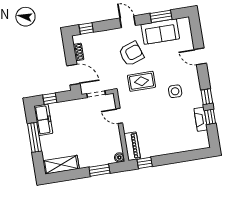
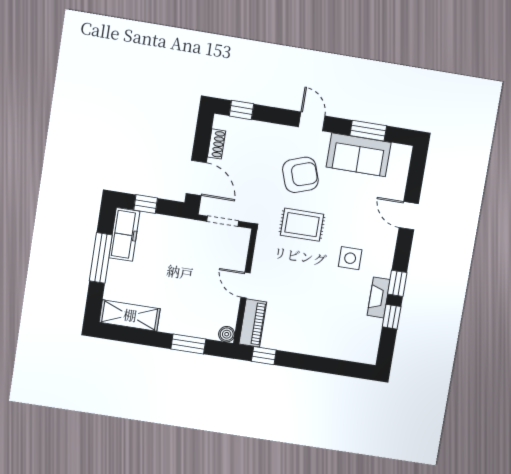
door: (119, 116) -> (245, 285), moved
fireplace: (201, 119) -> (379, 297), moved

